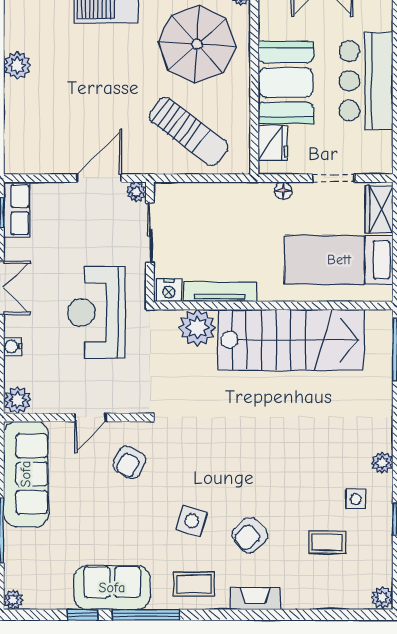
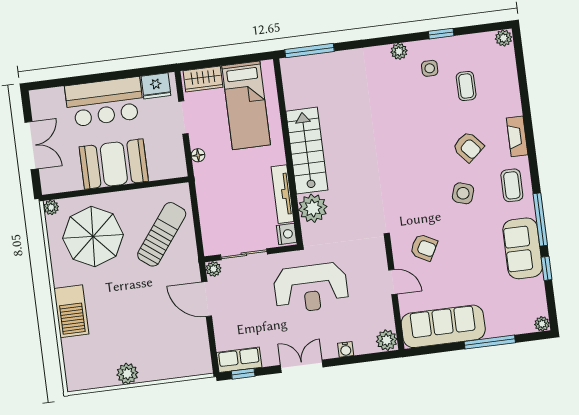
fridge: (273, 143) -> (156, 86), moved, turned 180
stairs: (291, 340) -> (307, 151), width x0.73, depth x0.66

